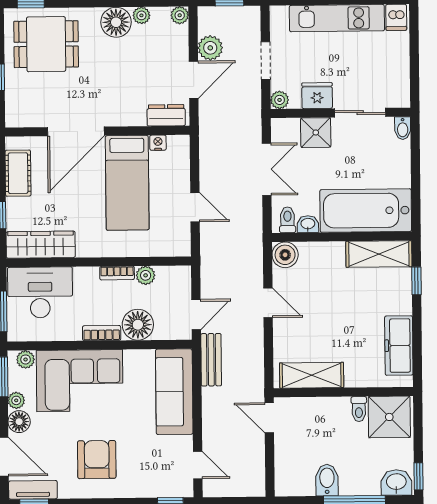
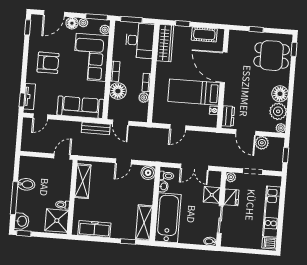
plant: (141, 15) -> (278, 111), width x1.88, depth x1.88
dining table: (46, 44) -> (272, 56), turned 90
tv unit: (33, 490) -> (30, 96), moved

